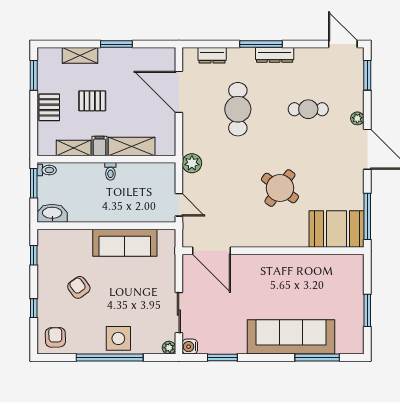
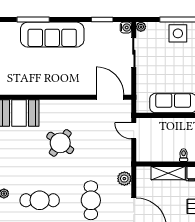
cafe table: (308, 109) -> (40, 200), width x1.37, depth x1.35
plant: (192, 163) -> (124, 179), moved

